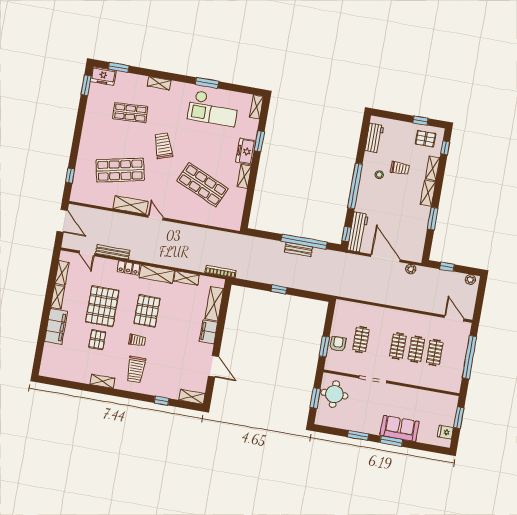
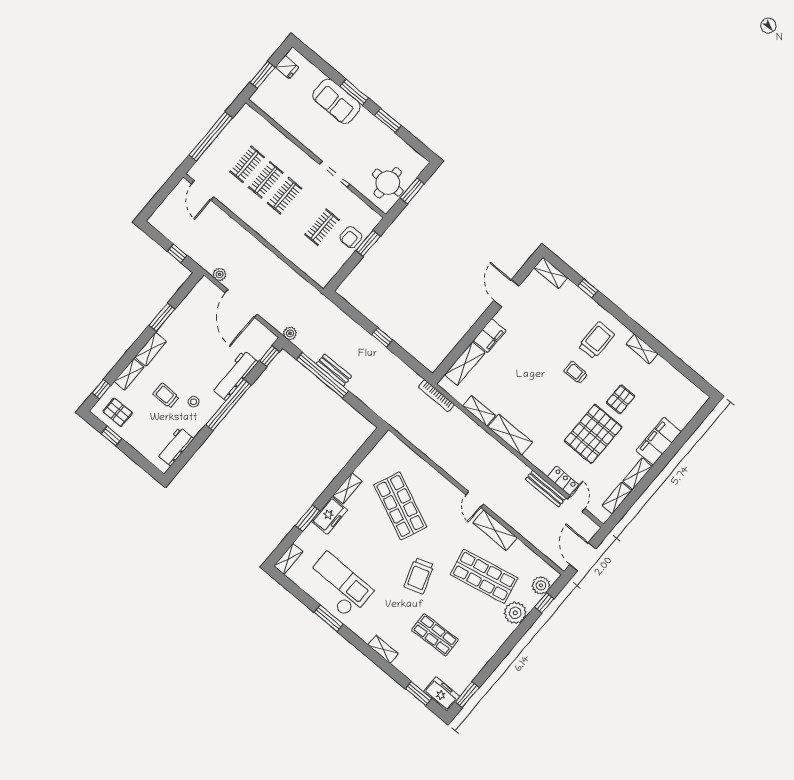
plant: (85, 158) -> (515, 613), added
plant: (79, 186) -> (541, 585), added
workbench: (358, 232) -> (235, 375), moved
locker: (128, 268) -> (563, 481), moved
plant: (470, 280) -> (290, 333), moved
pallet: (147, 311) -> (545, 399), removed

